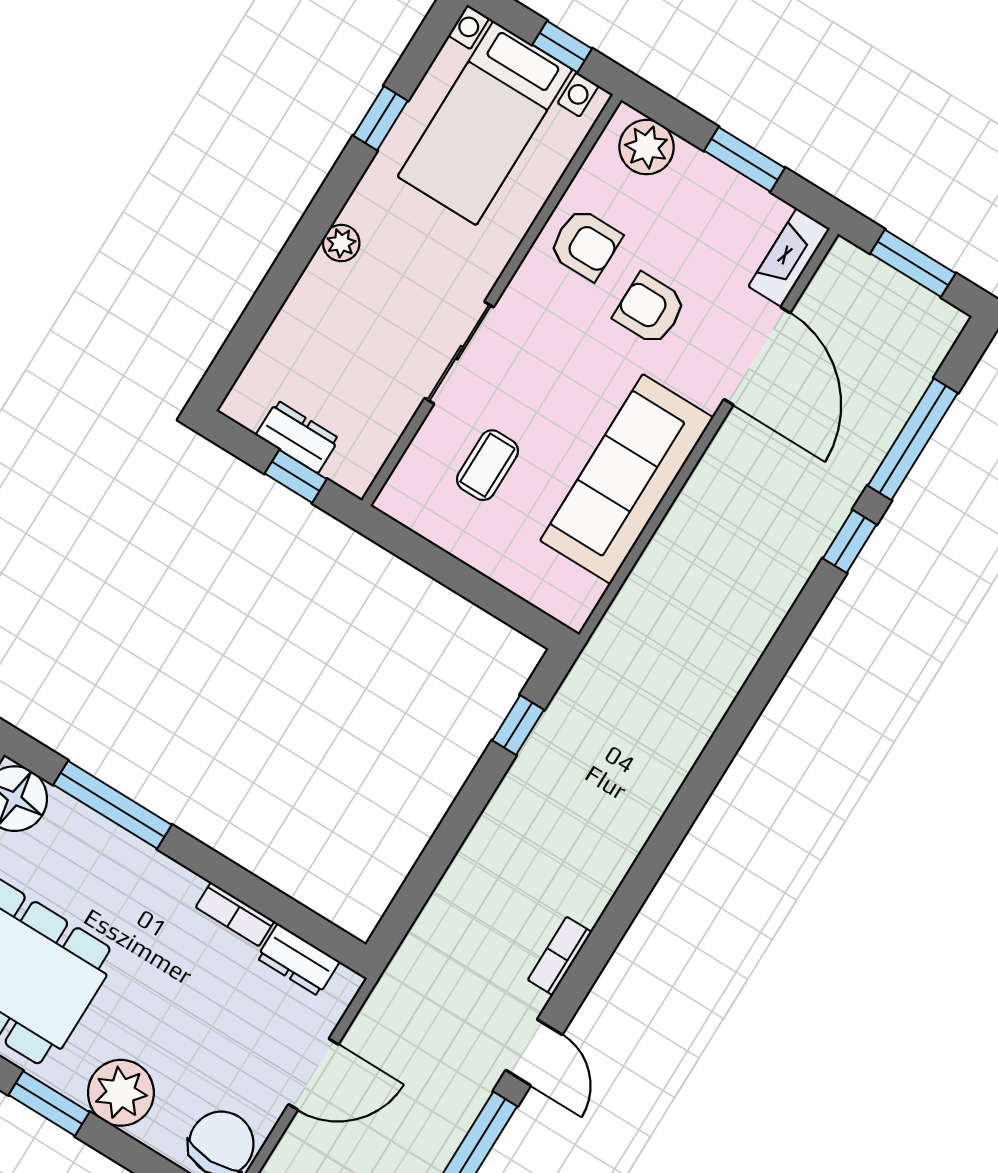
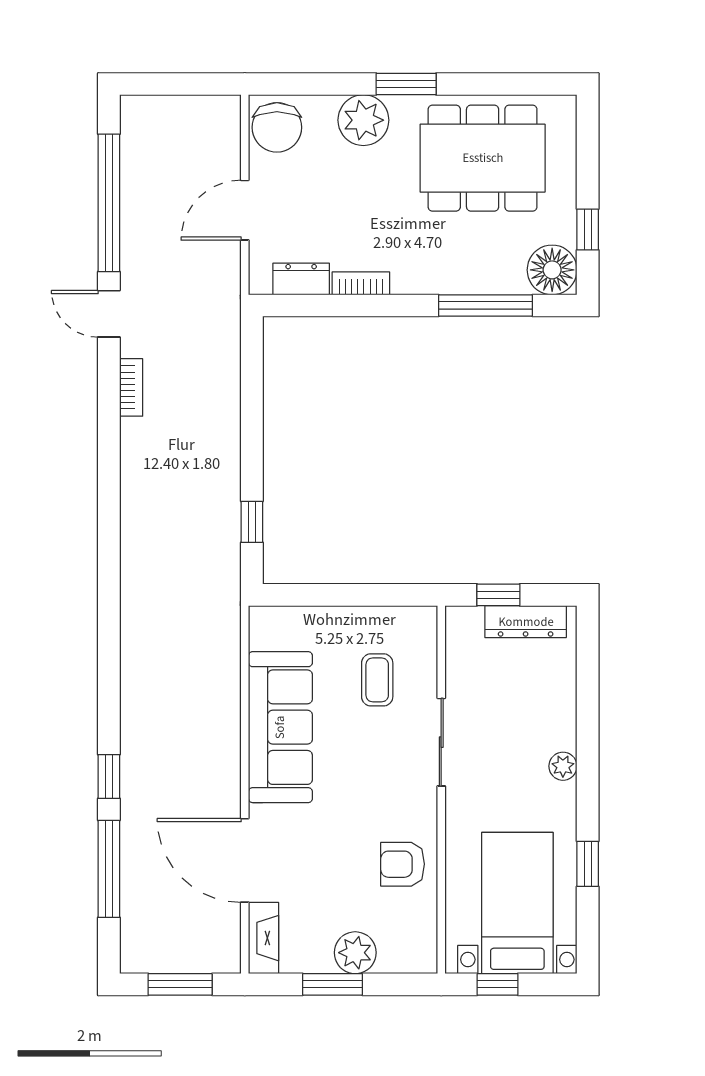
plant: (646, 147) -> (355, 953), moved
armchair: (650, 309) -> (334, 848), removed
dresser: (298, 437) -> (526, 622), width x1.44

